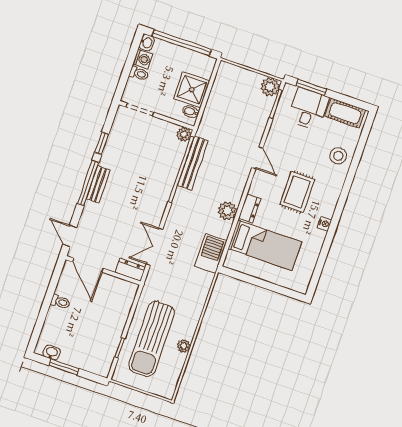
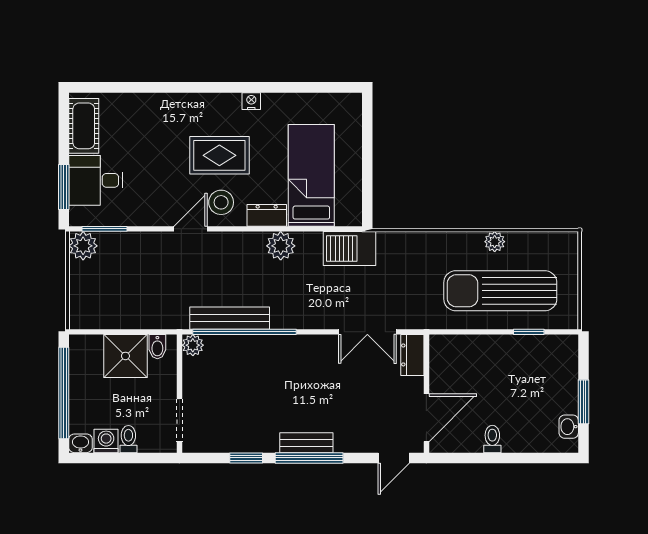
stool: (338, 156) -> (221, 202), moved
sun lounger: (152, 339) -> (500, 291), turned 180

